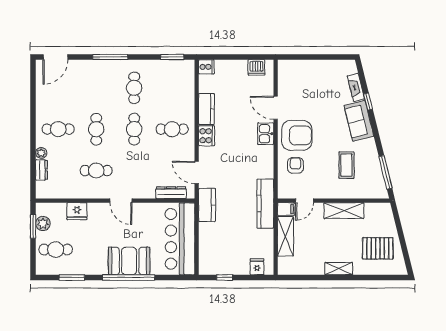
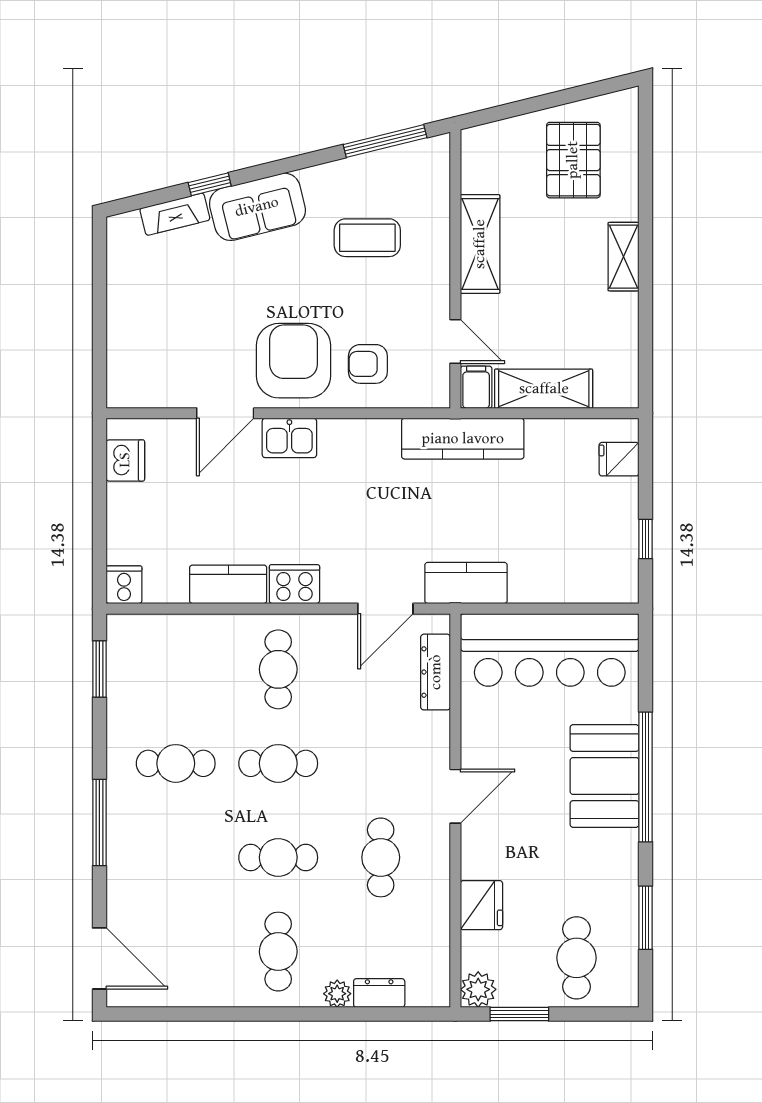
plant: (43, 223) -> (478, 989), moved

